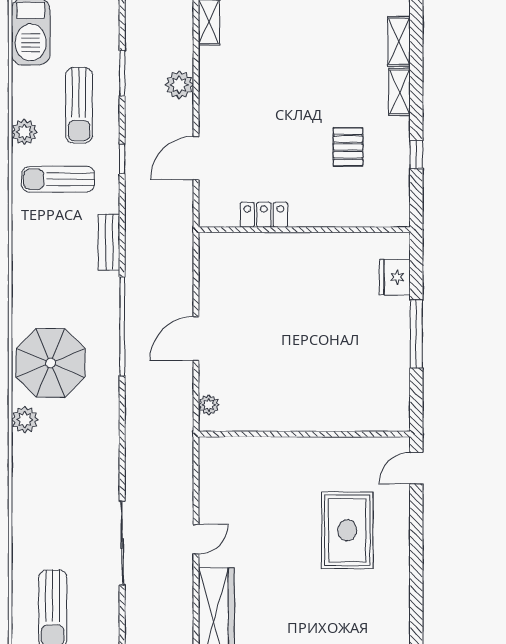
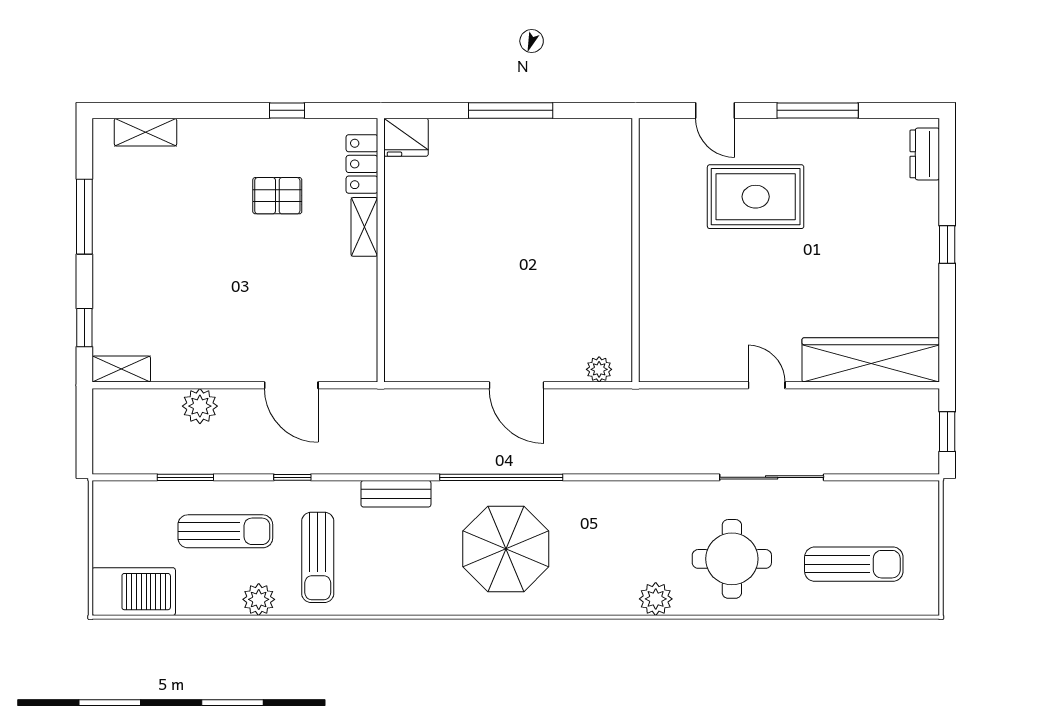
shelving: (400, 92) -> (364, 227), moved, turned 90
locker: (264, 215) -> (362, 164), moved
fridge: (395, 277) -> (406, 137), moved
parasol: (51, 363) -> (506, 549), moved
plant: (25, 420) -> (656, 599), moved
door: (416, 468) -> (715, 110), moved
round table: (57, 511) -> (732, 559), added
window: (416, 580) -> (818, 110), added

